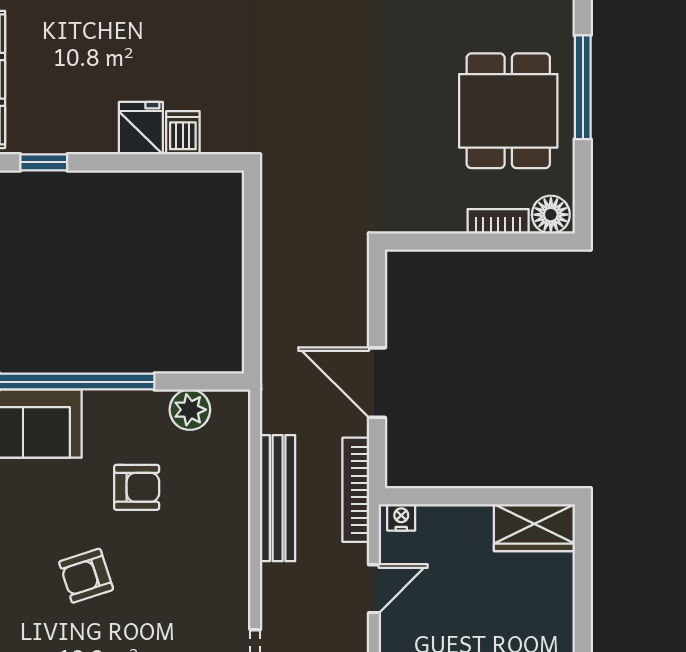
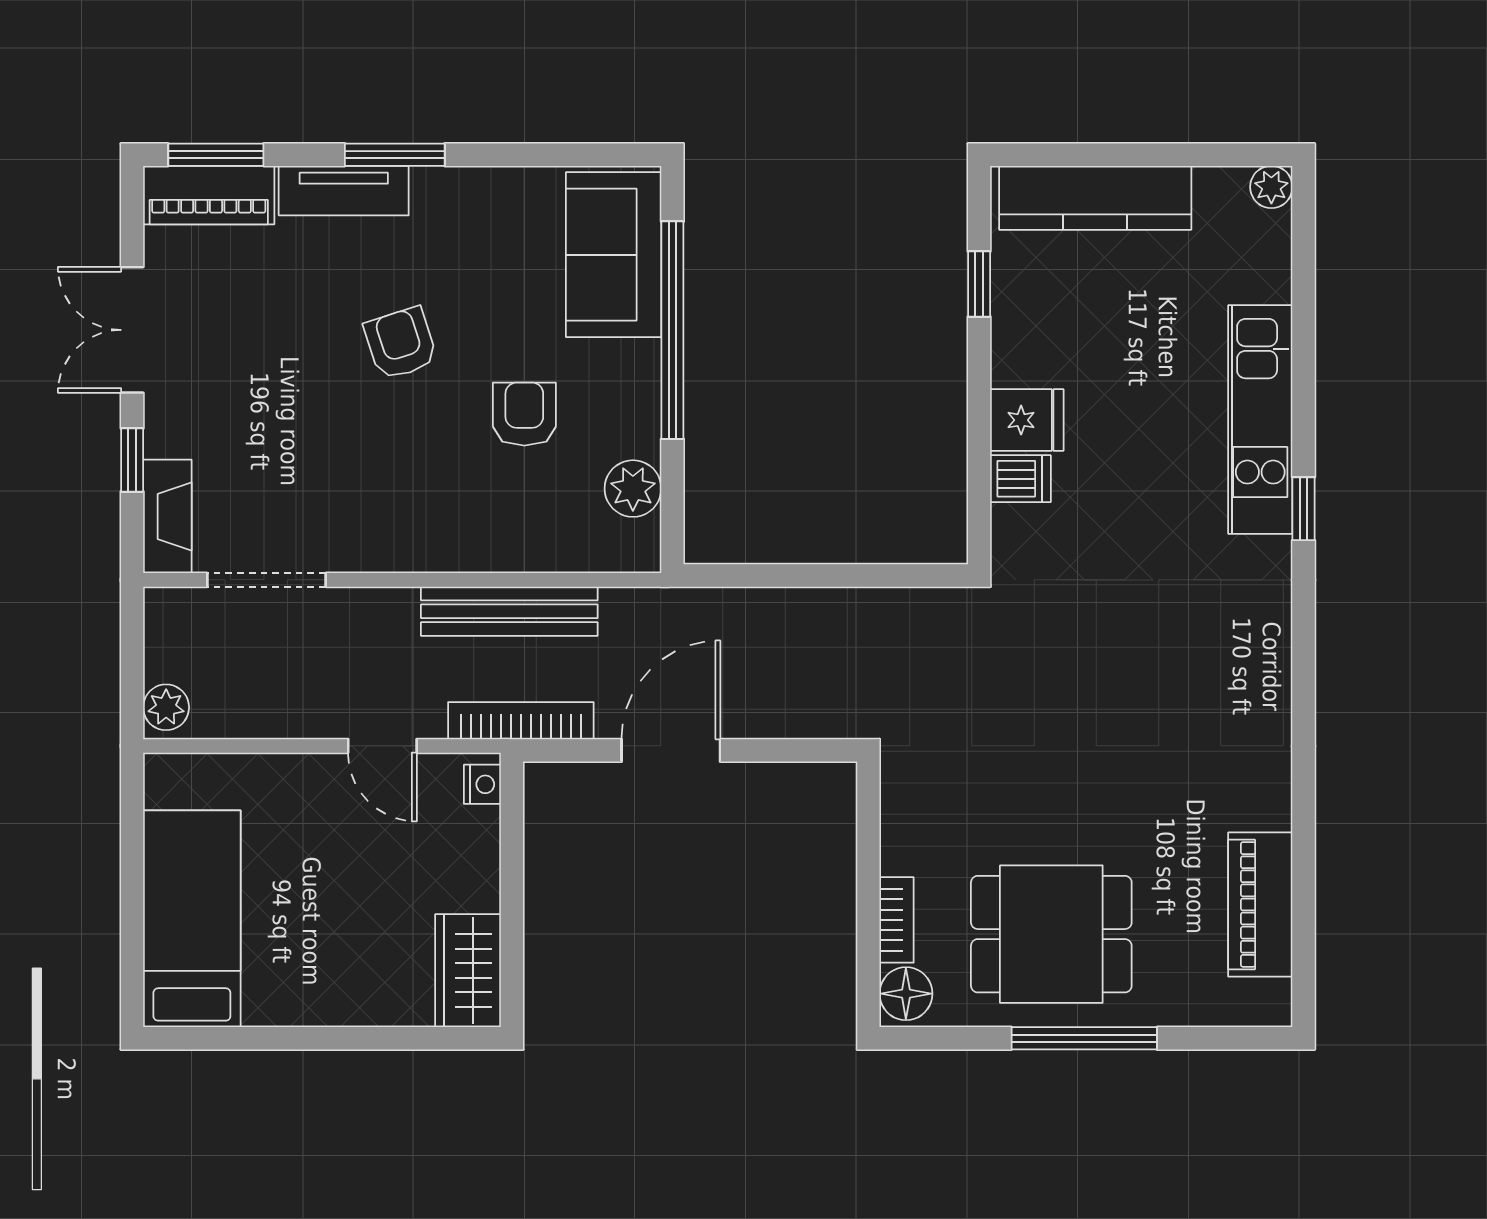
armchair: (137, 487) -> (524, 414), turned 180

